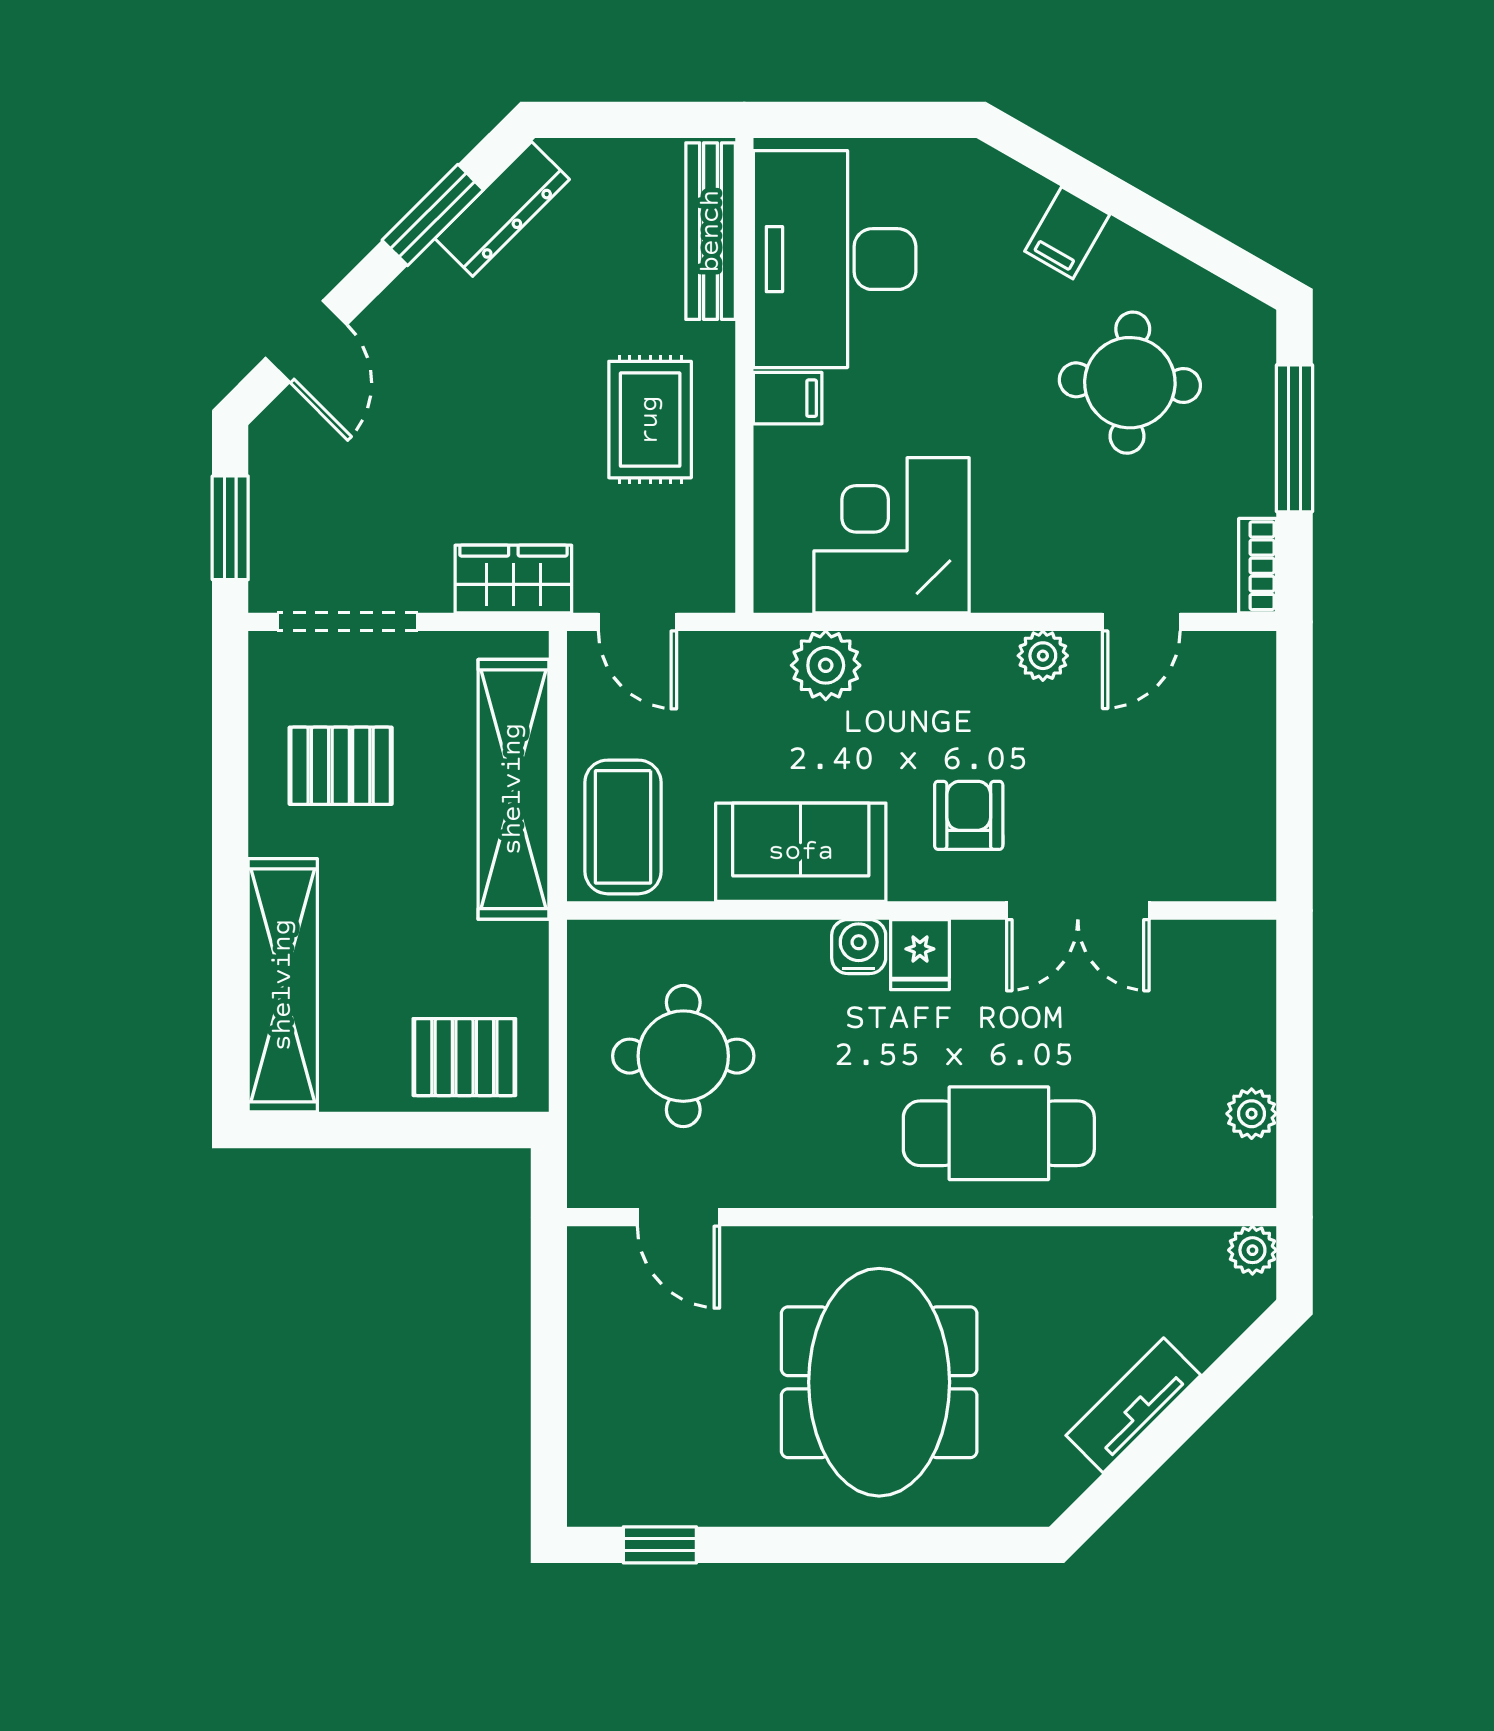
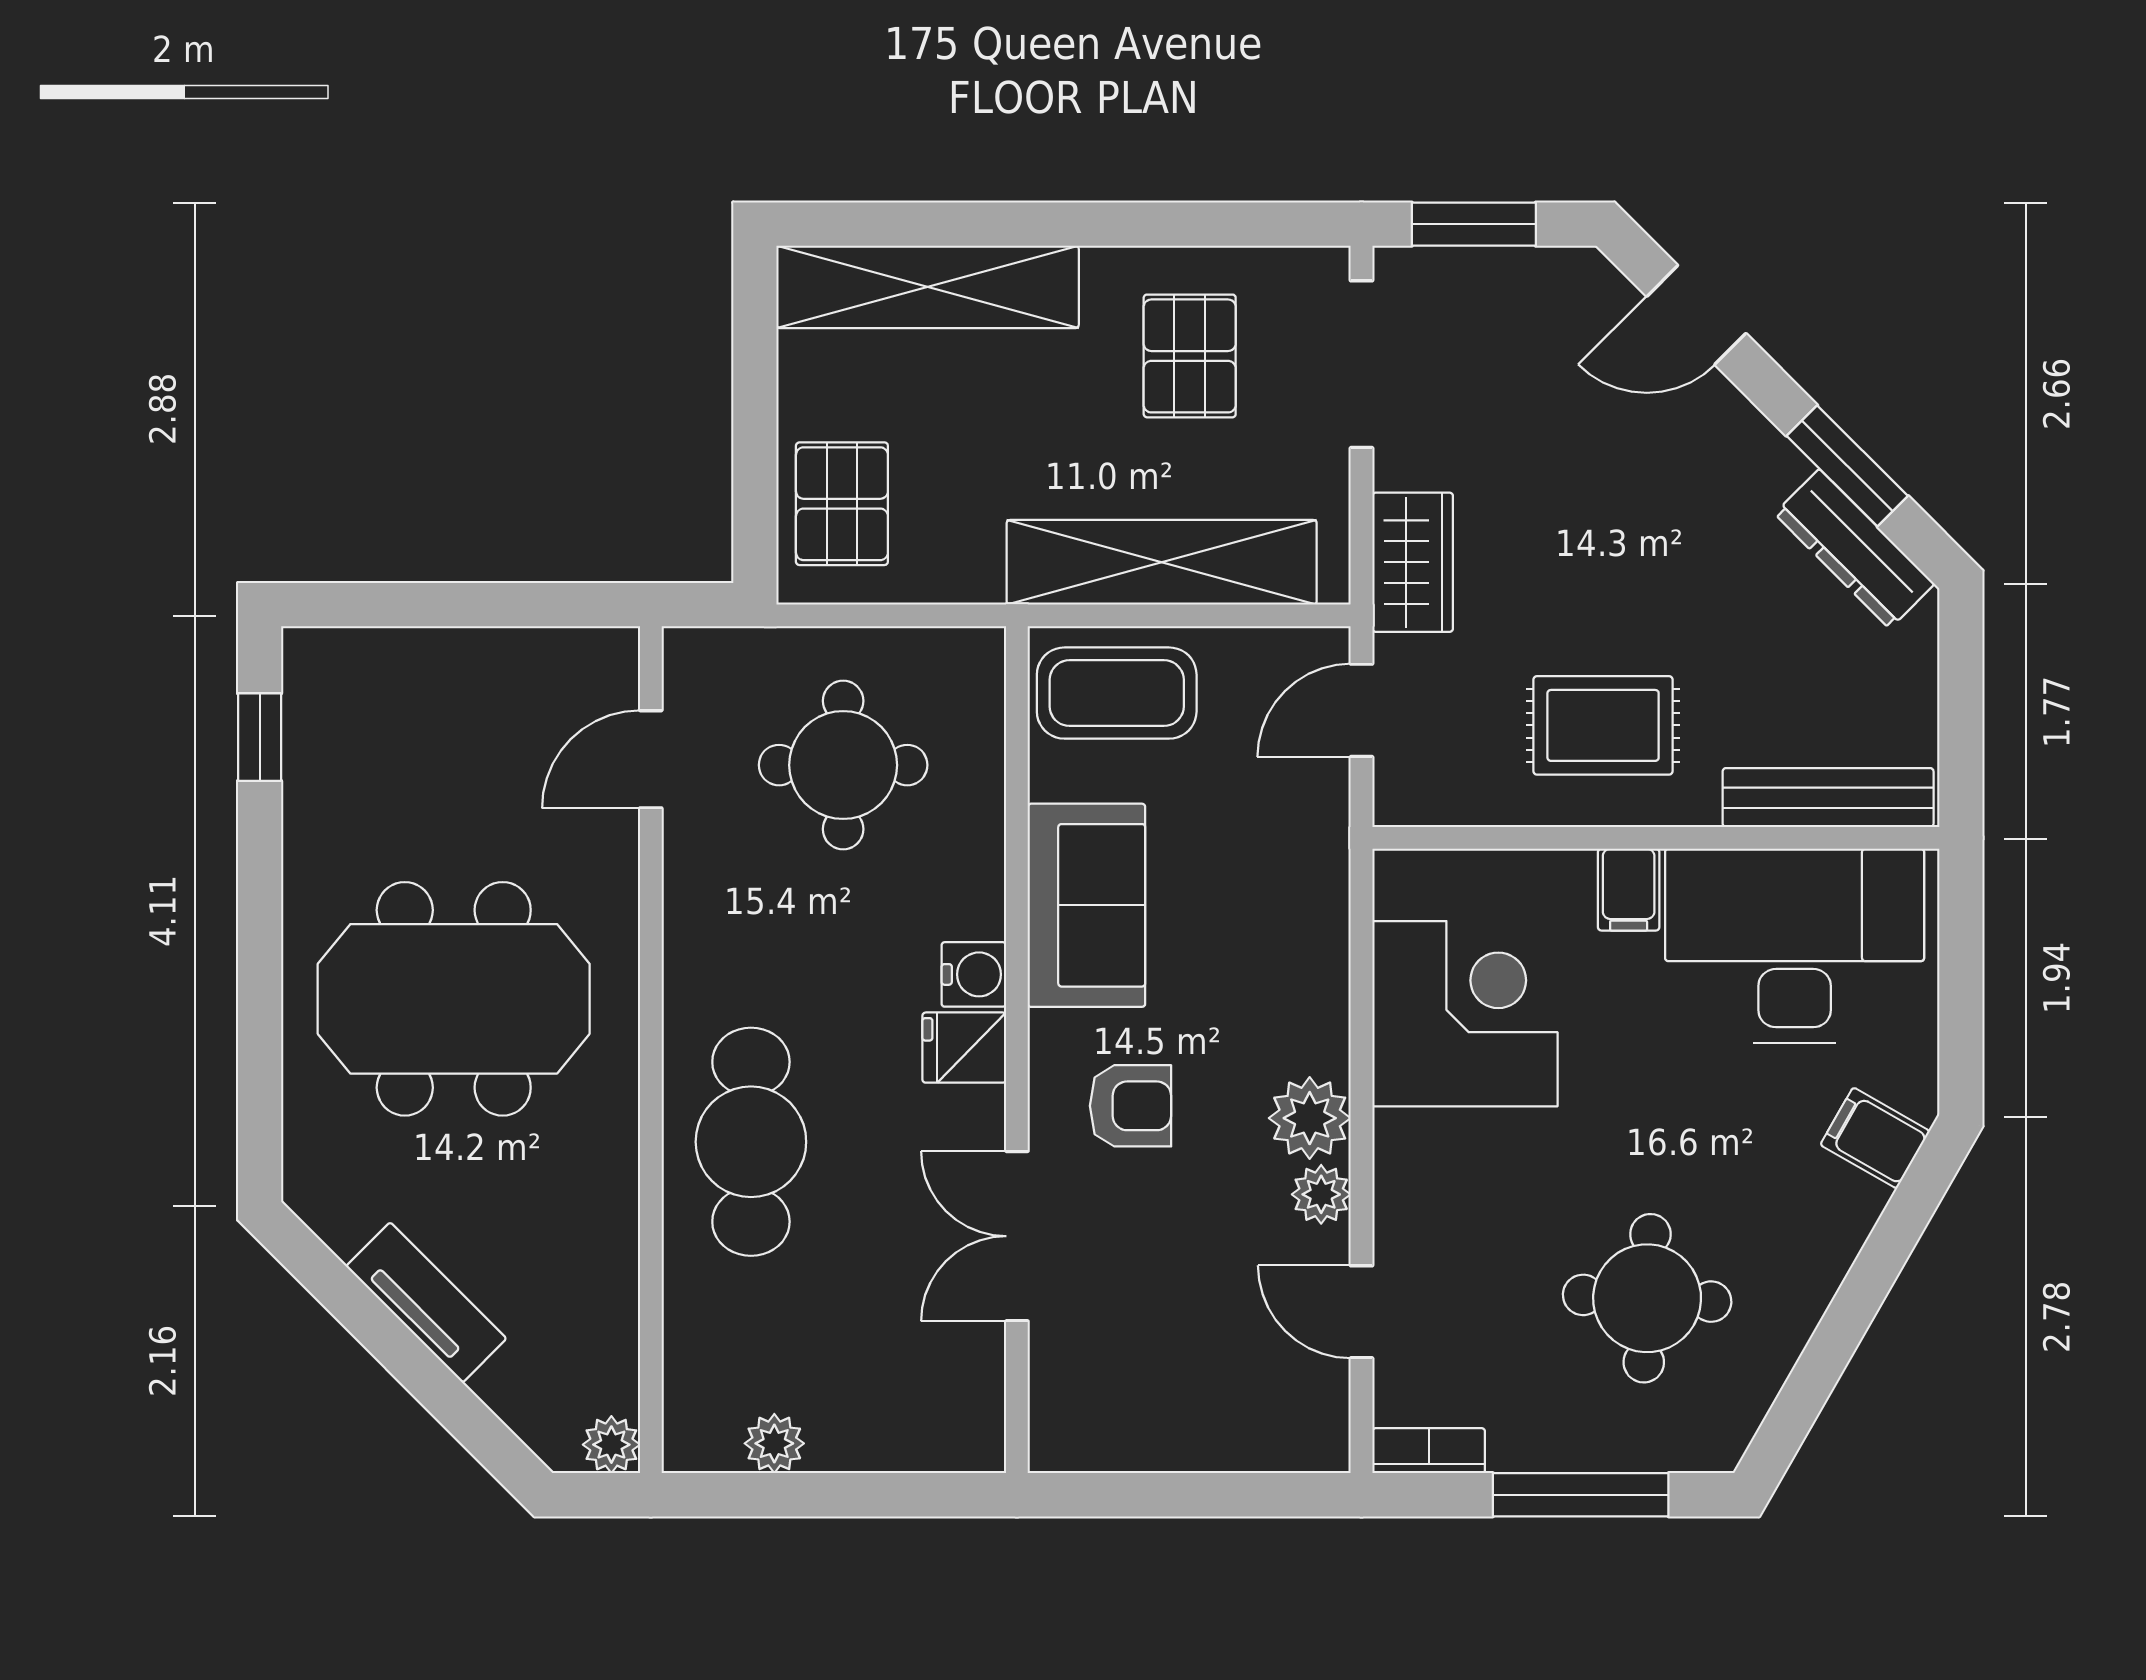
filing cabinet: (1067, 233) -> (1875, 1138), moved
plant: (826, 665) -> (1310, 1118), moved

